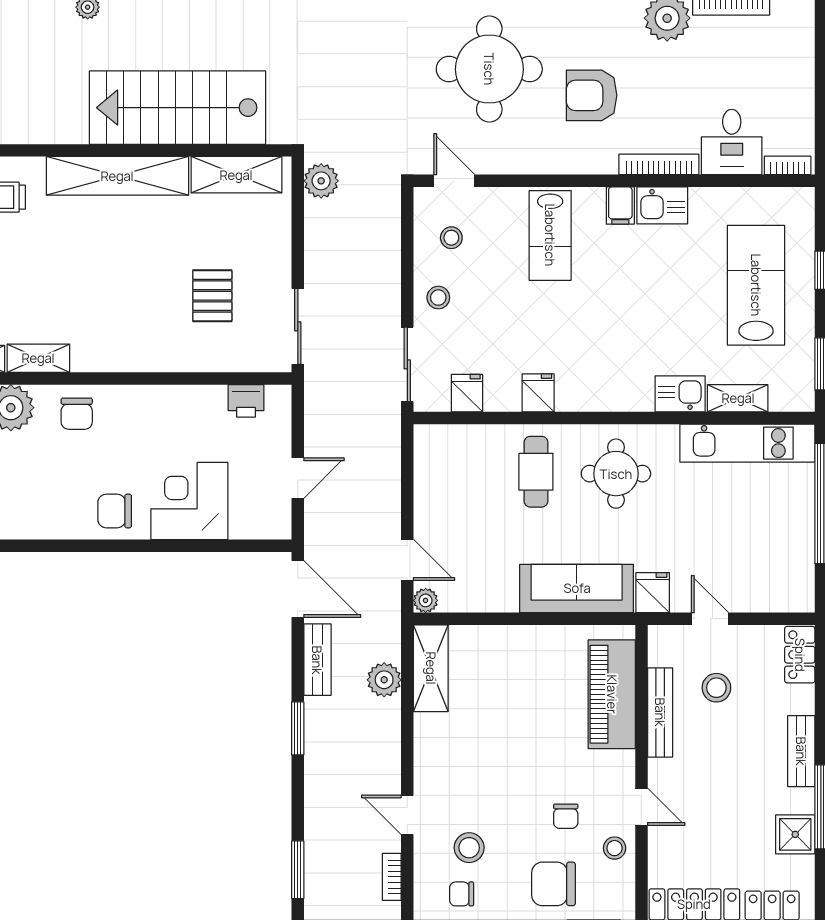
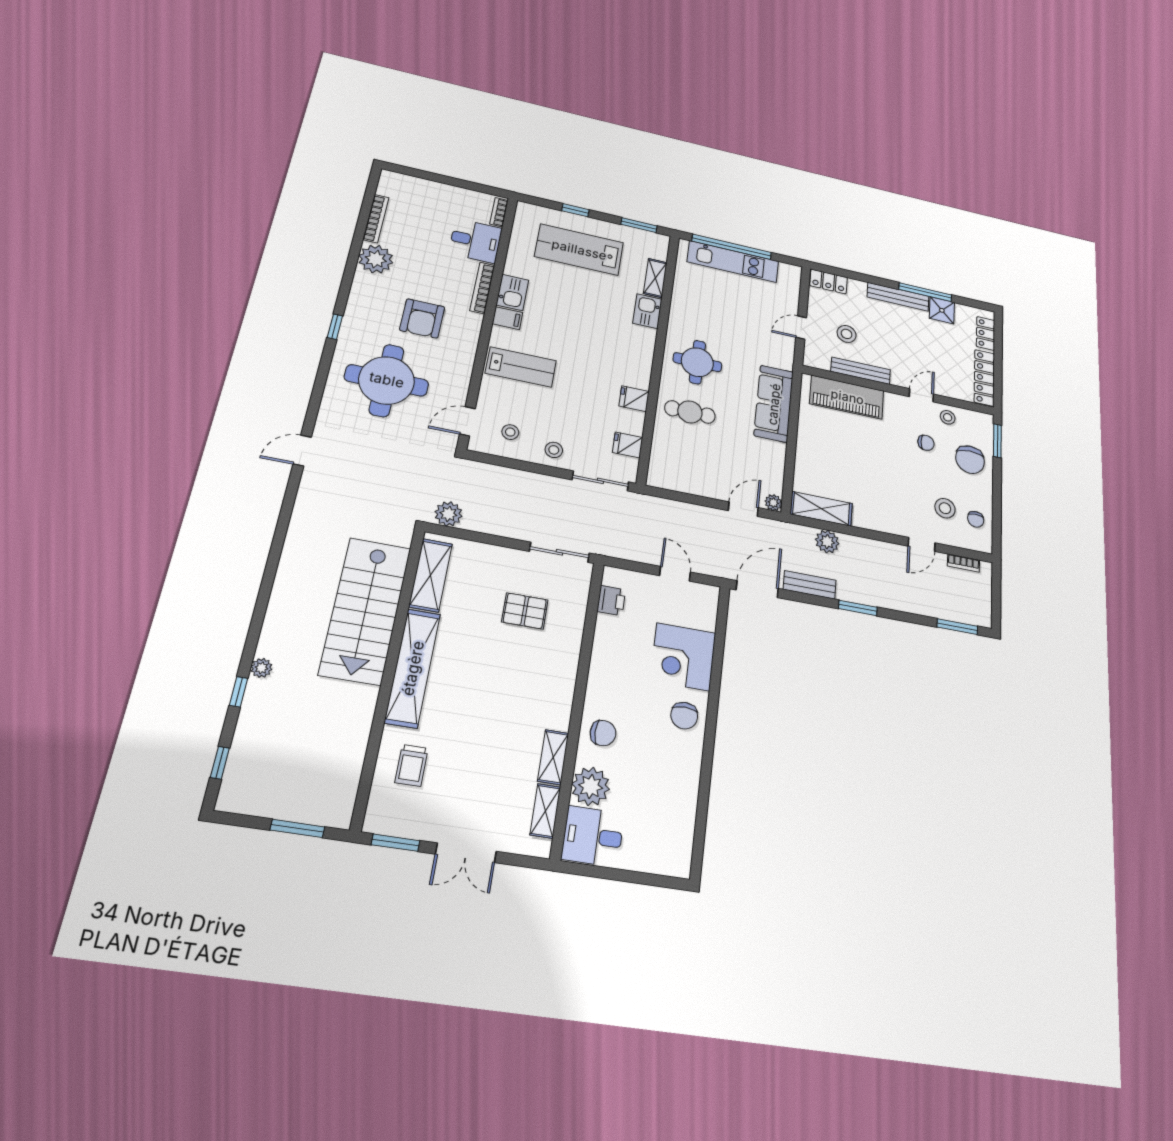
kitchen unit: (747, 443) -> (733, 262), moved, turned 90
fridge: (653, 593) -> (781, 358), removed
bench: (801, 751) -> (898, 297), width x1.36

